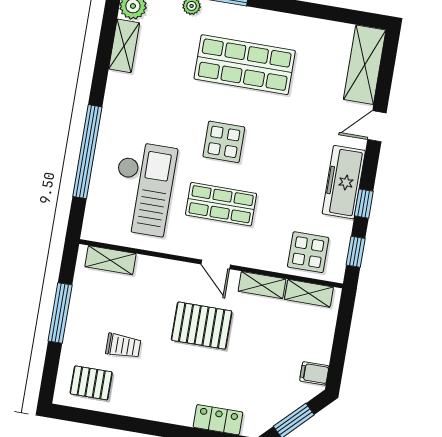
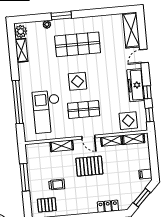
checkout: (143, 188) -> (47, 112), turned 180
shelving: (111, 260) -> (62, 146), moved

